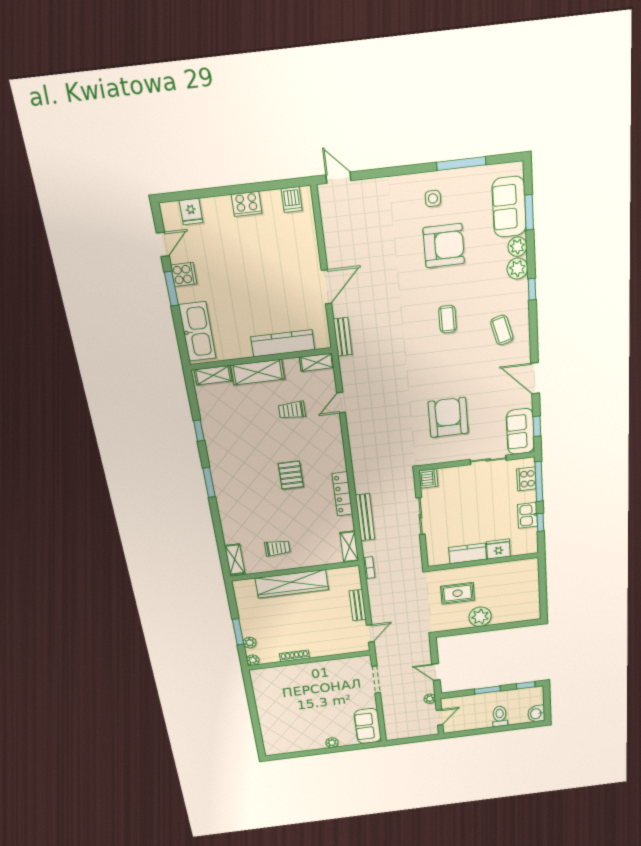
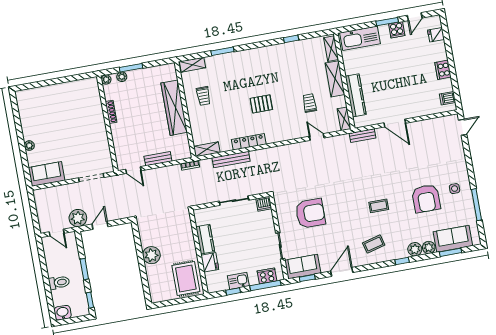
door: (163, 244) -> (415, 17), hinge flipped
window: (209, 482) -> (222, 51), moved
rug: (458, 593) -> (186, 278), moved, width x1.36, depth x1.43
plant: (430, 699) -> (78, 218), width x1.88, depth x1.88

